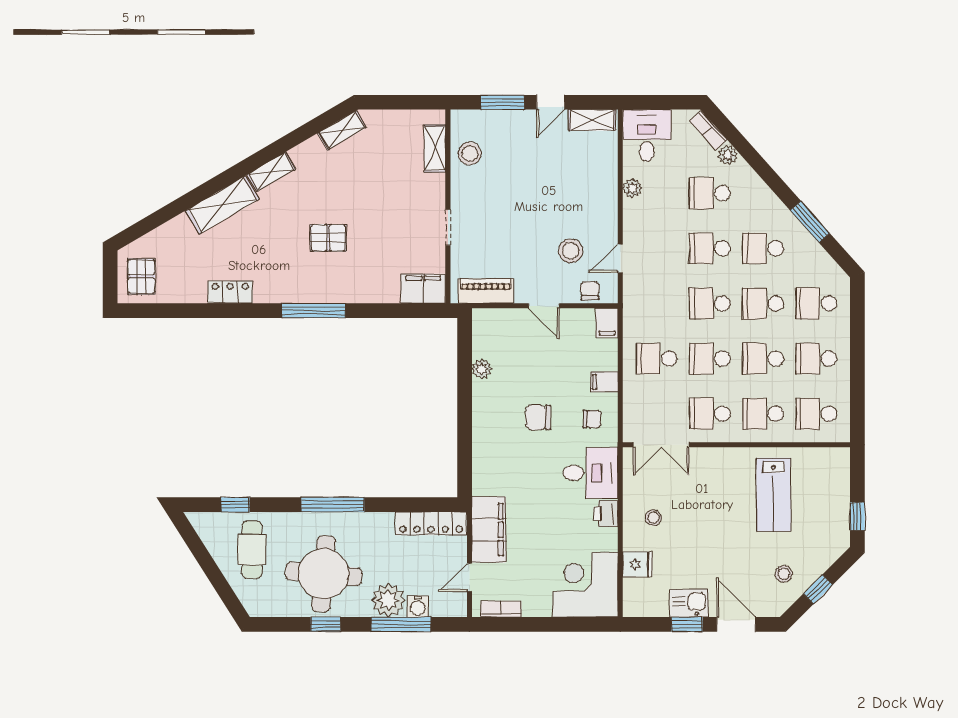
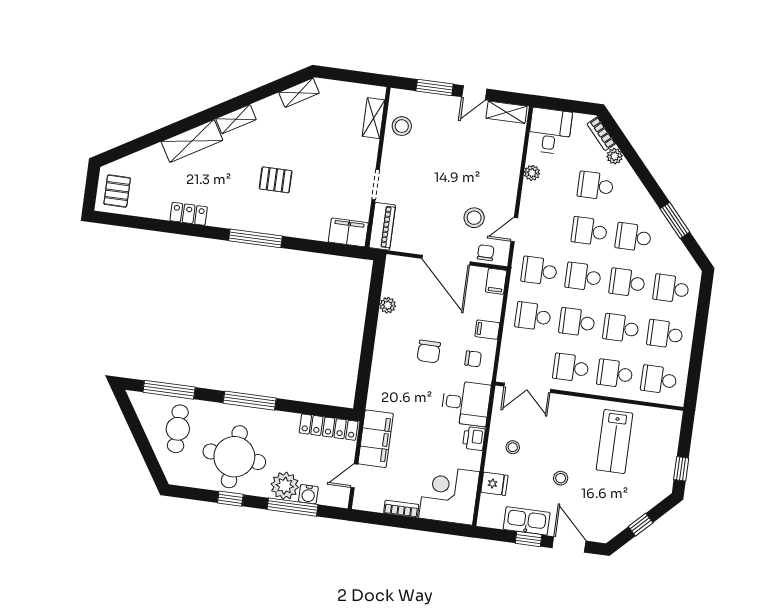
piano: (486, 291) -> (382, 226), moved, turned 90
school desk: (657, 303) -> (539, 271), added
door: (544, 306) -> (446, 260), width x1.87
chair: (538, 417) -> (429, 351), turned -90
window: (235, 505) -> (169, 390), width x2.17
stool: (784, 574) -> (561, 478), moved
kitchen sink: (689, 603) -> (527, 521), width x1.38
bookcase: (501, 609) -> (401, 509), moved

